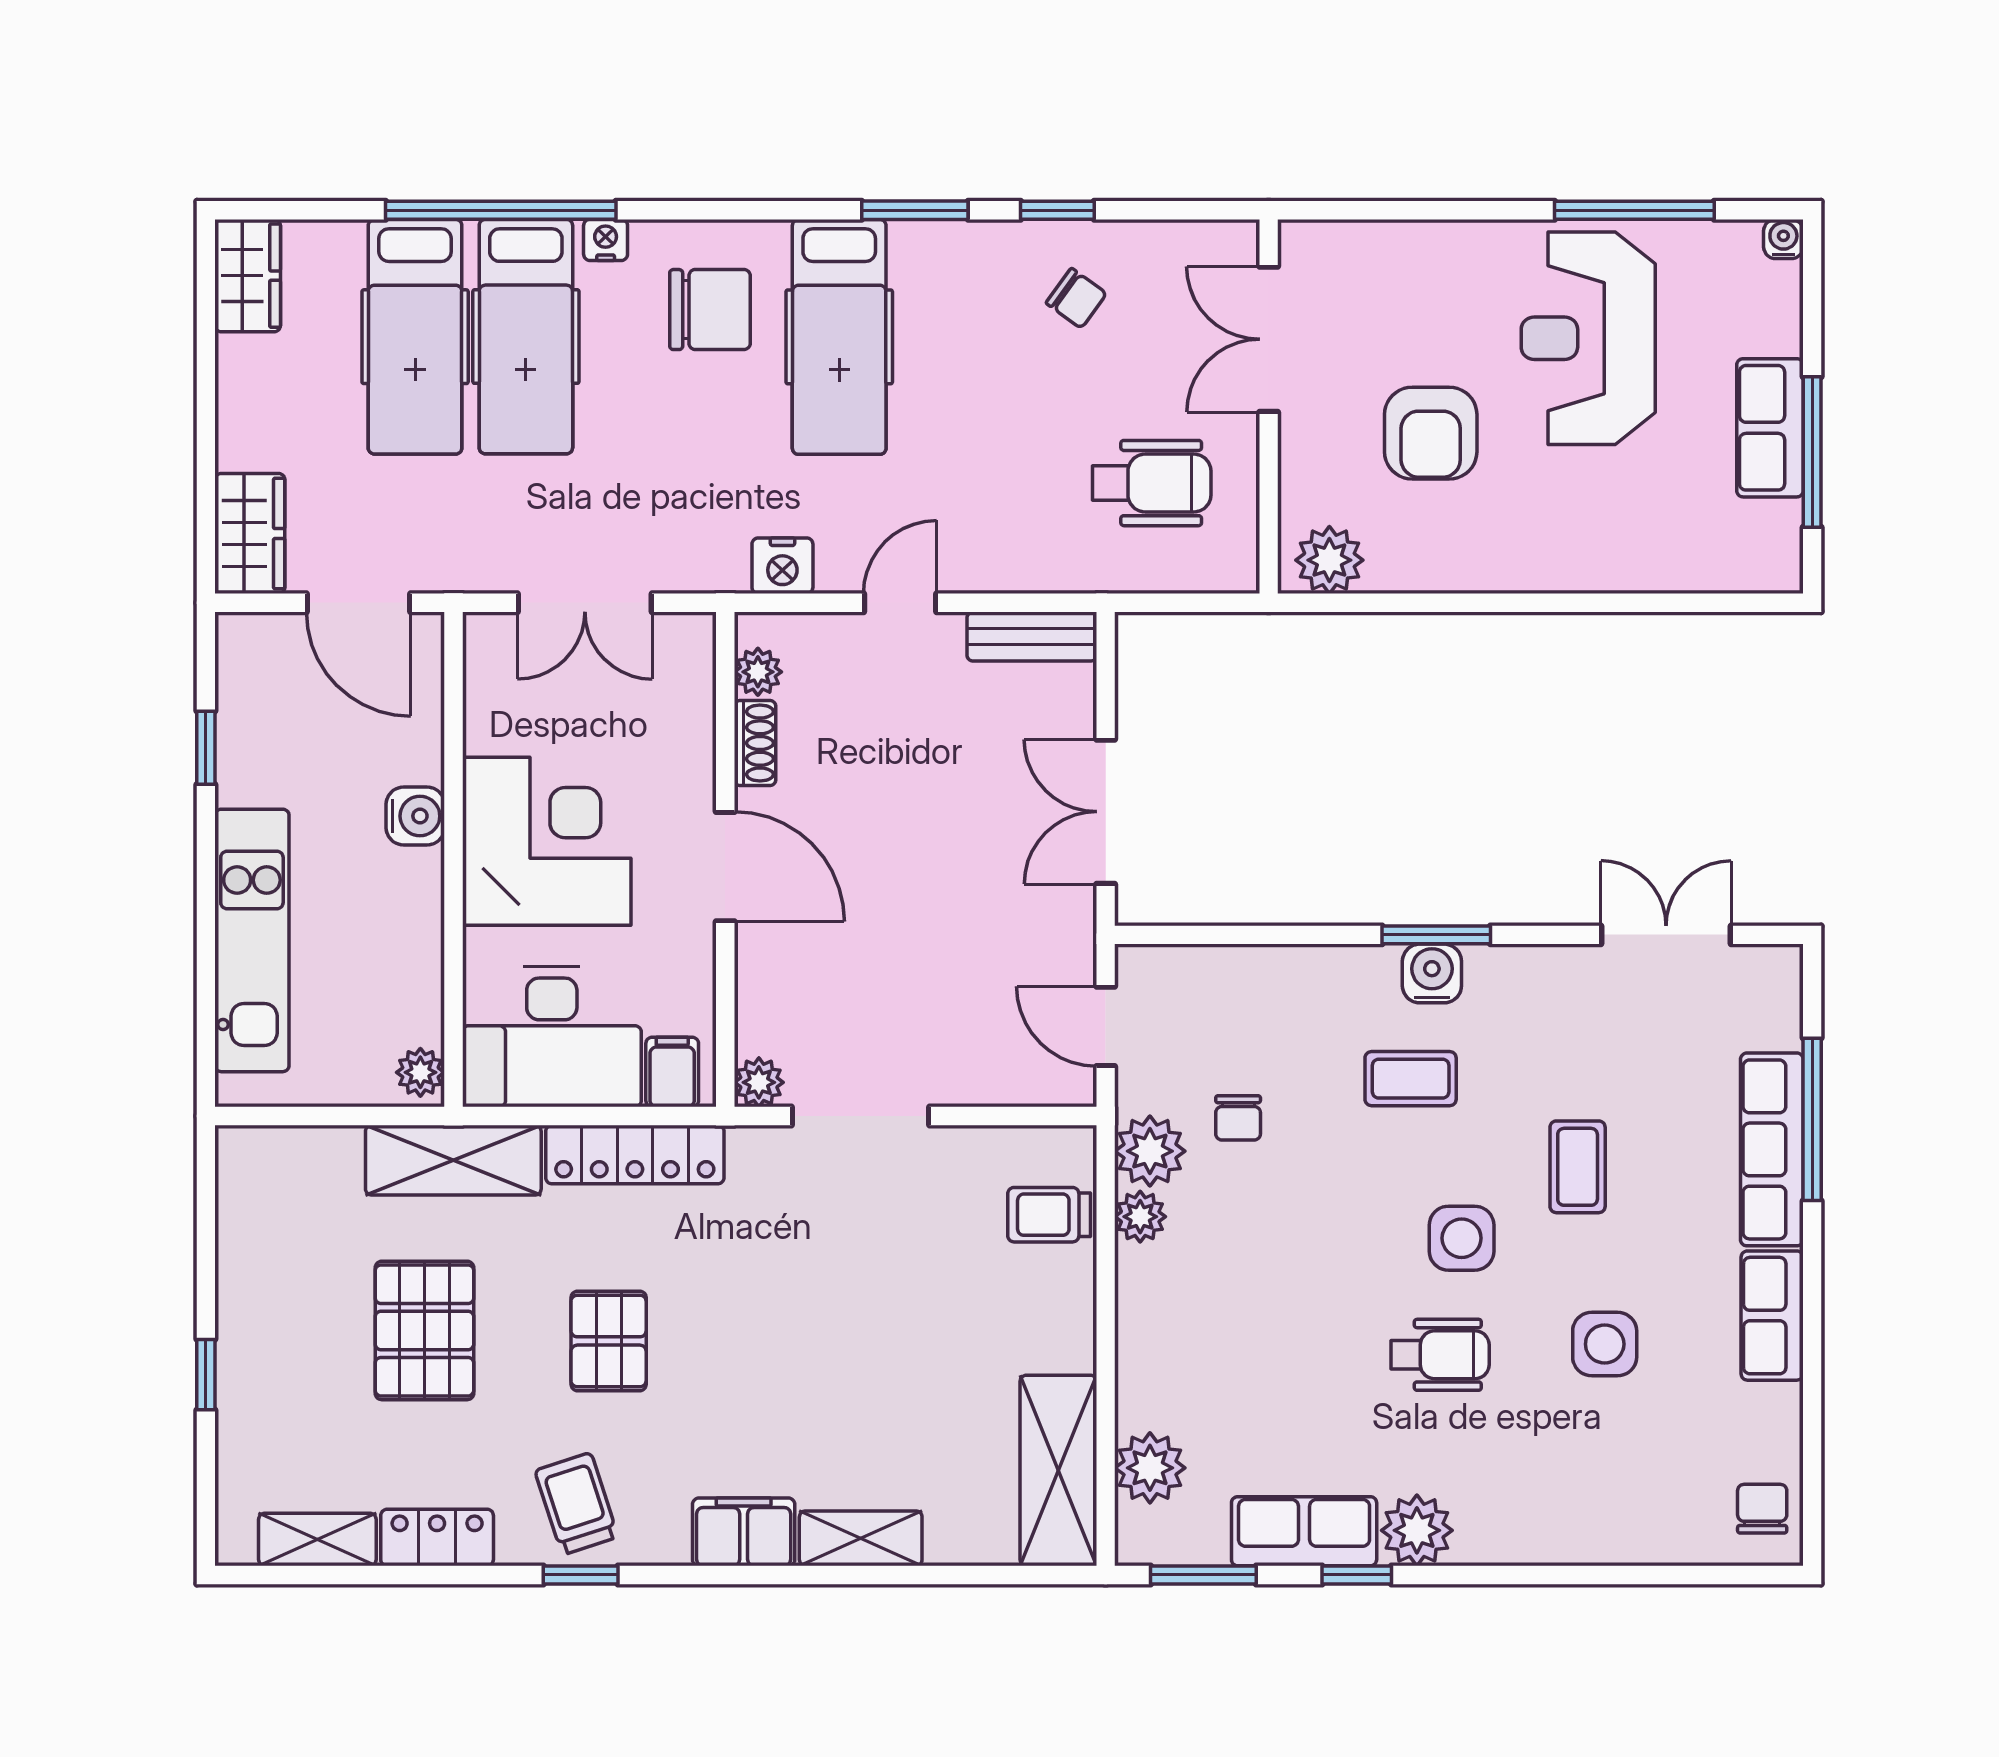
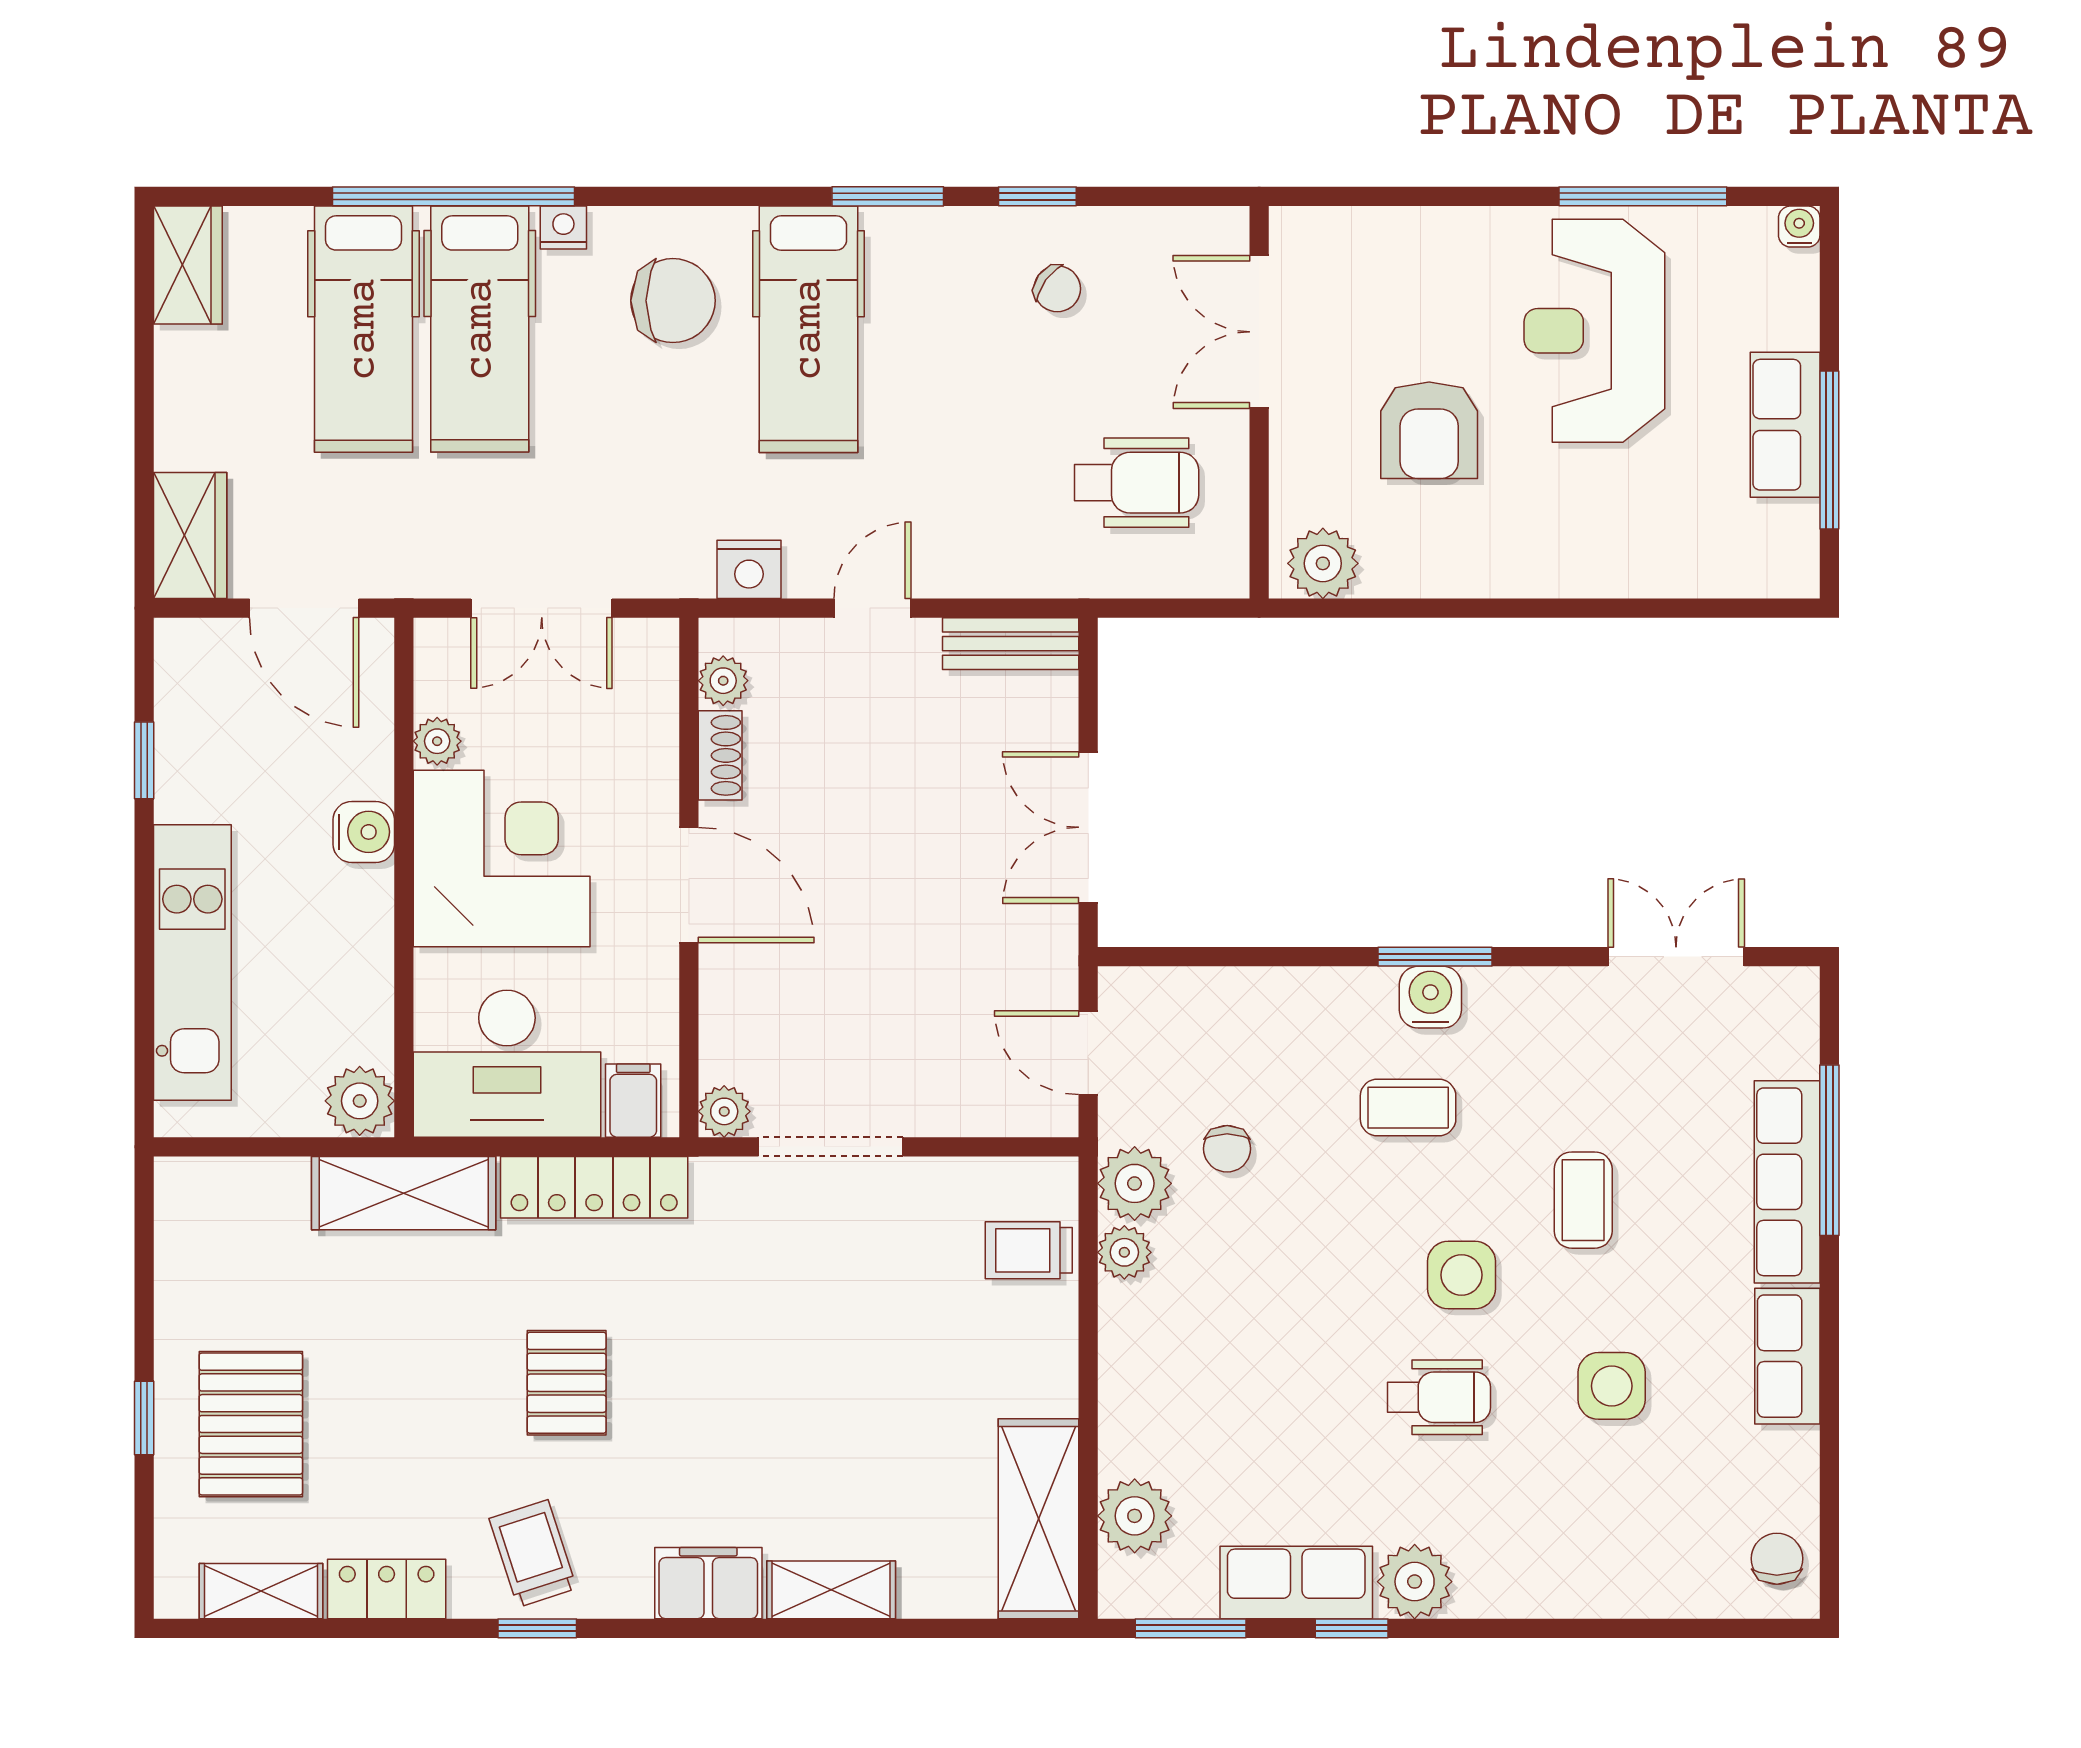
plant: (485, 729) -> (437, 741), added
plant: (420, 1072) -> (360, 1101), width x1.38, depth x1.38
pallet: (424, 1330) -> (251, 1424), moved

